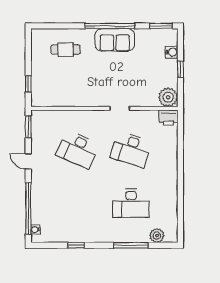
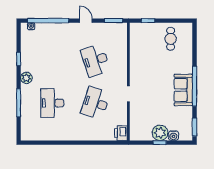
cafe table: (66, 50) -> (171, 39), moved
plant: (168, 97) -> (160, 133), moved
desk: (78, 149) -> (95, 60), turned -42
door: (28, 161) -> (86, 21), hinge flipped
plant: (157, 236) -> (26, 78), moved

